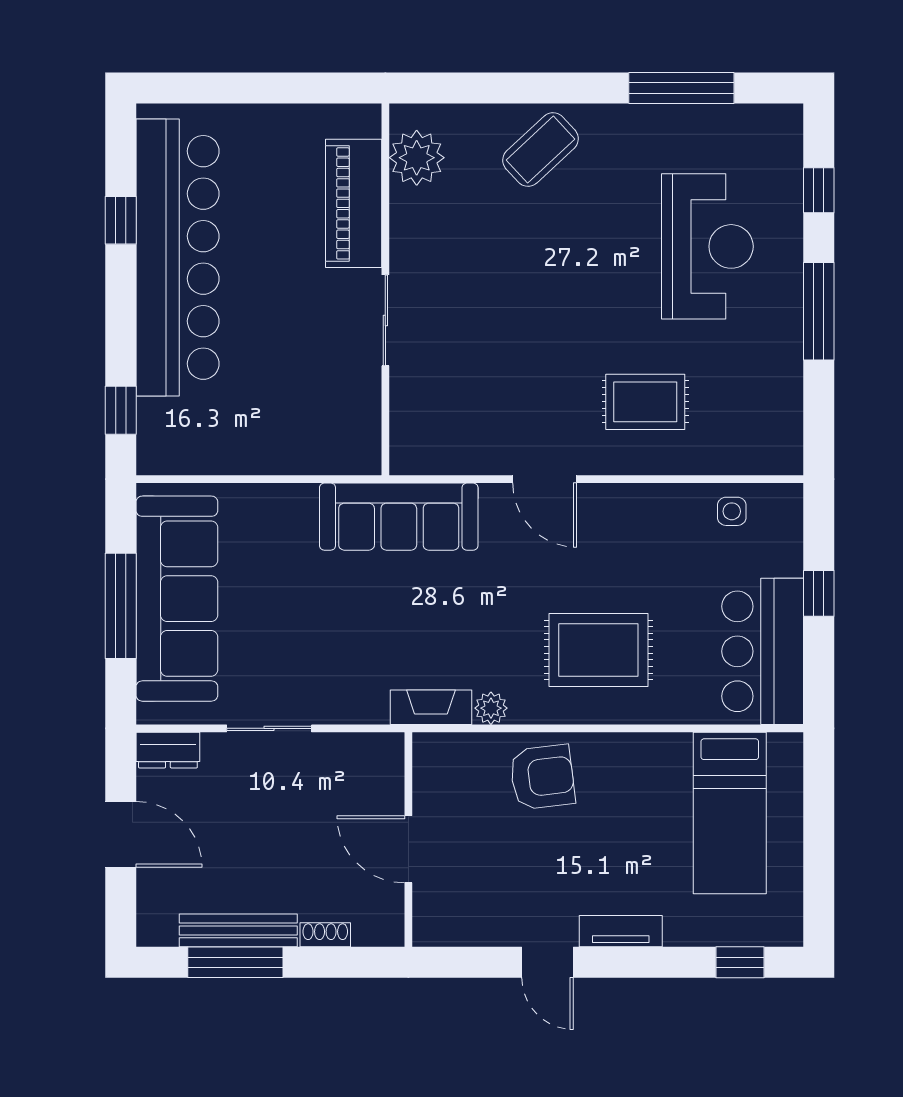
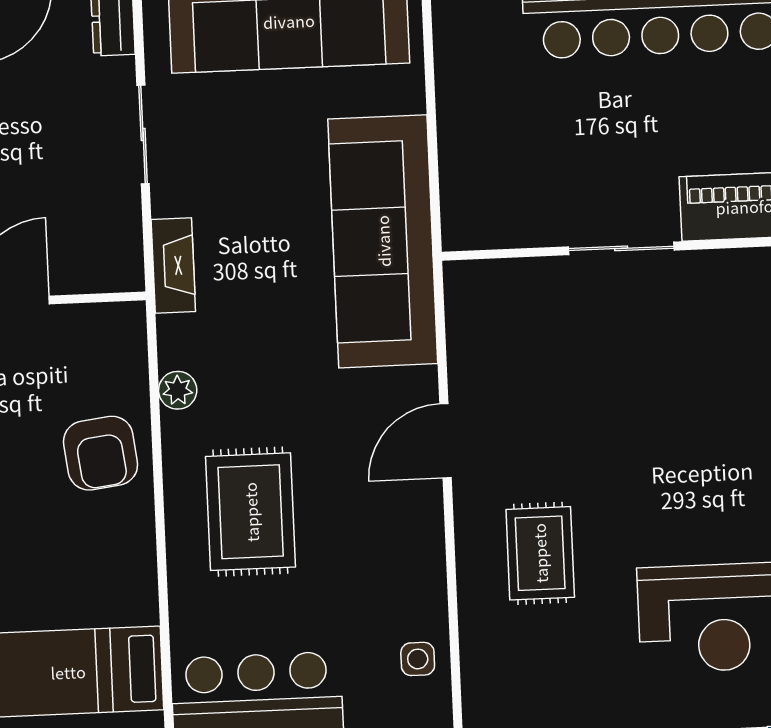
sofa: (399, 517) -> (383, 241), width x1.36, depth x1.27
fireplace: (431, 707) -> (173, 266), moved

